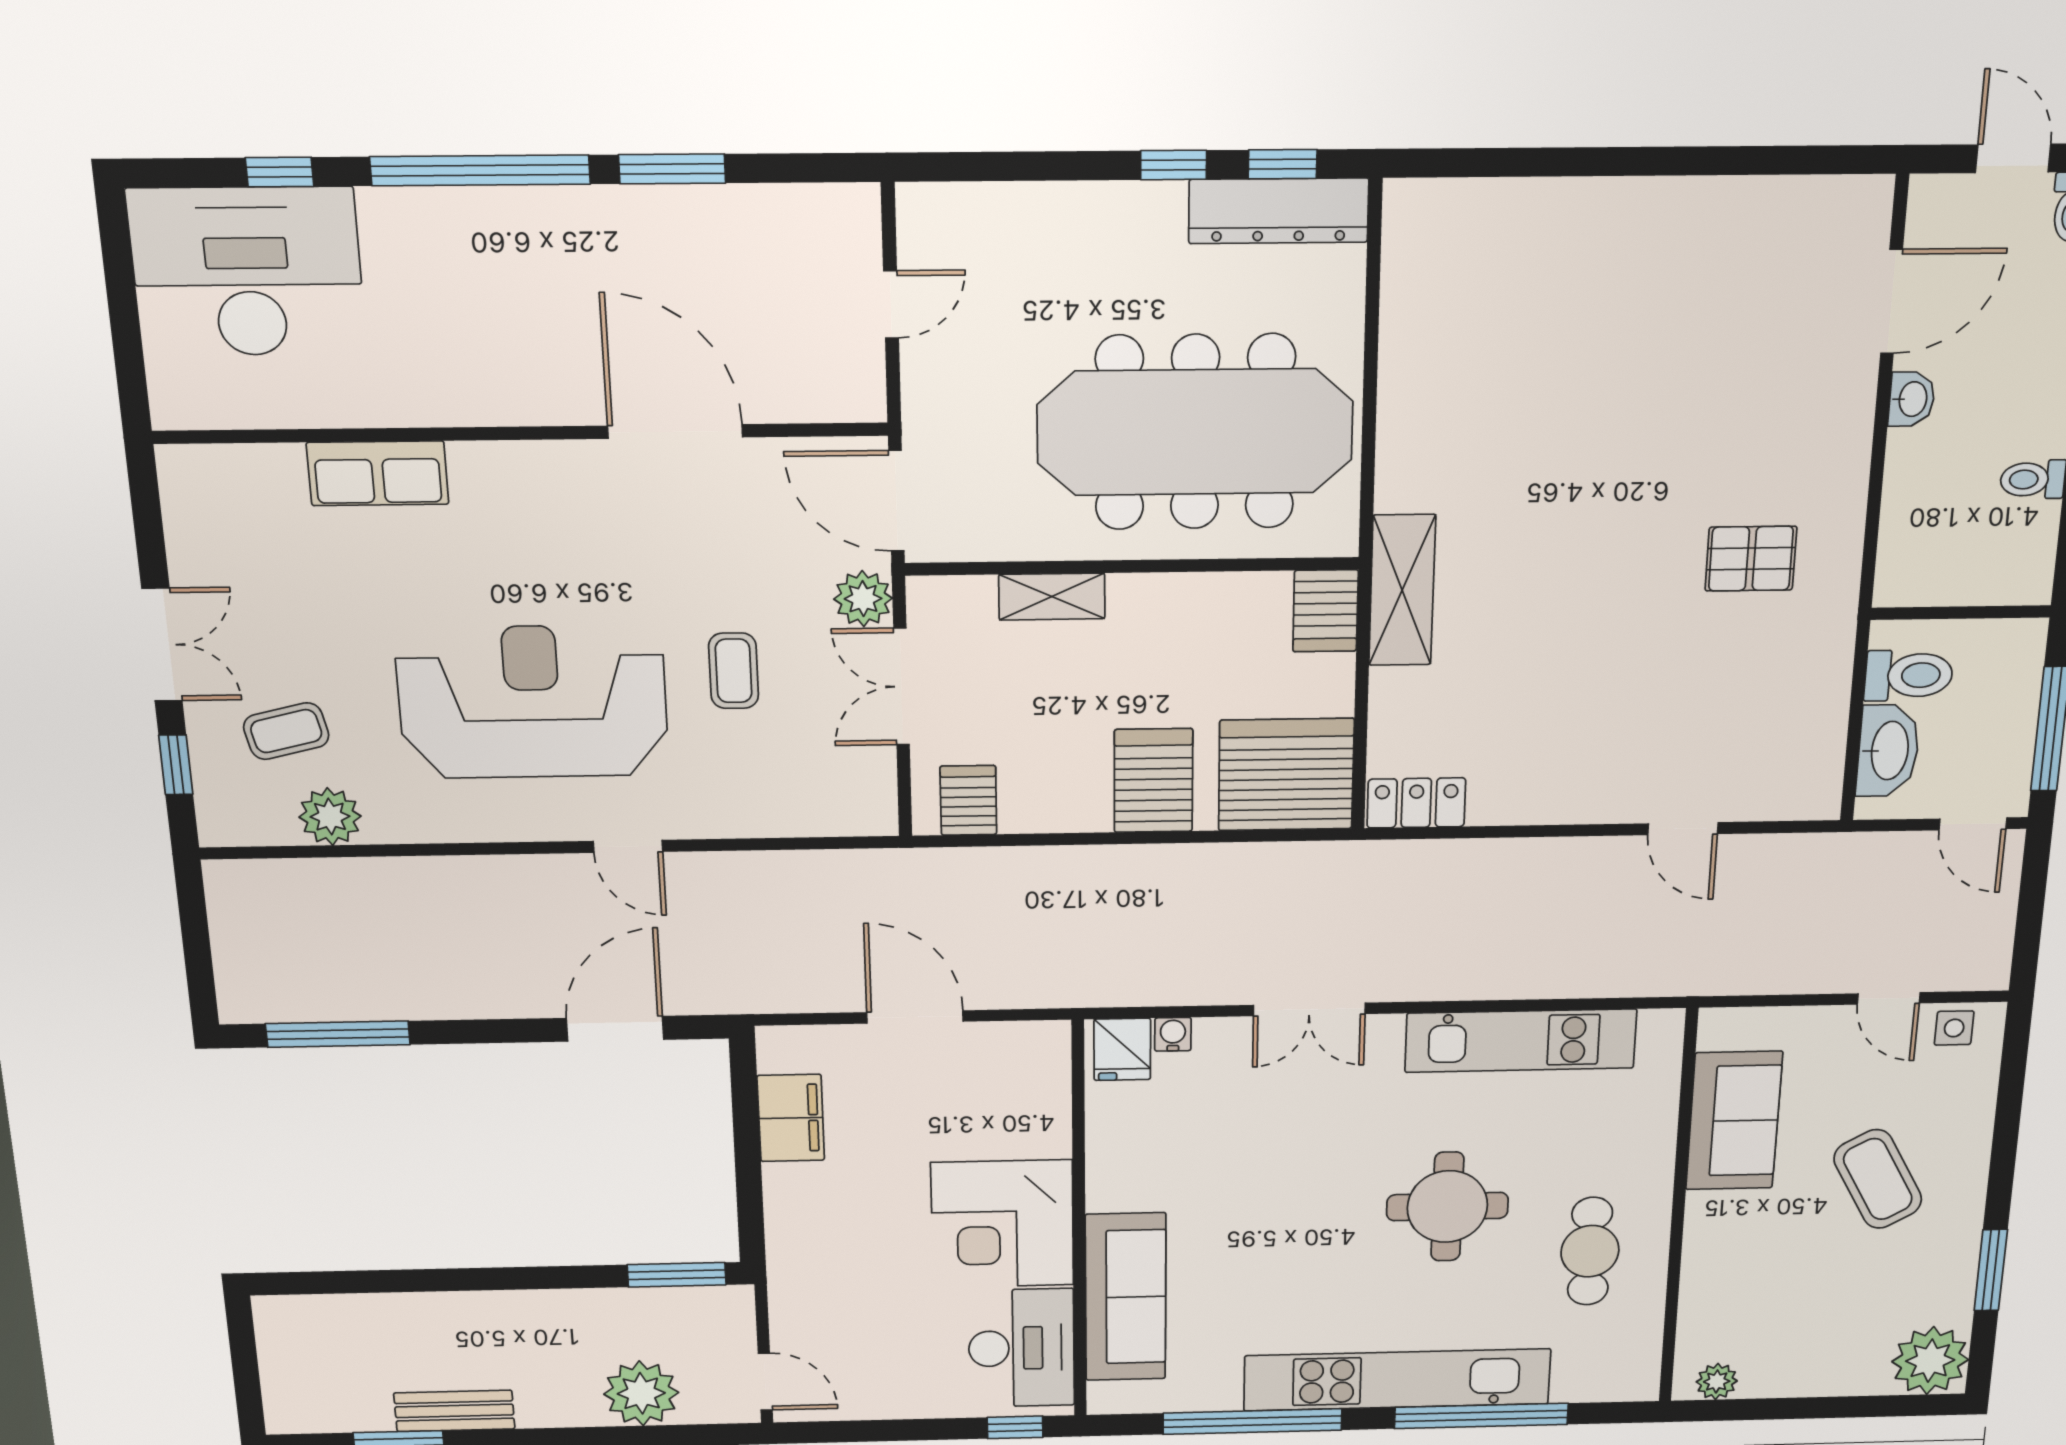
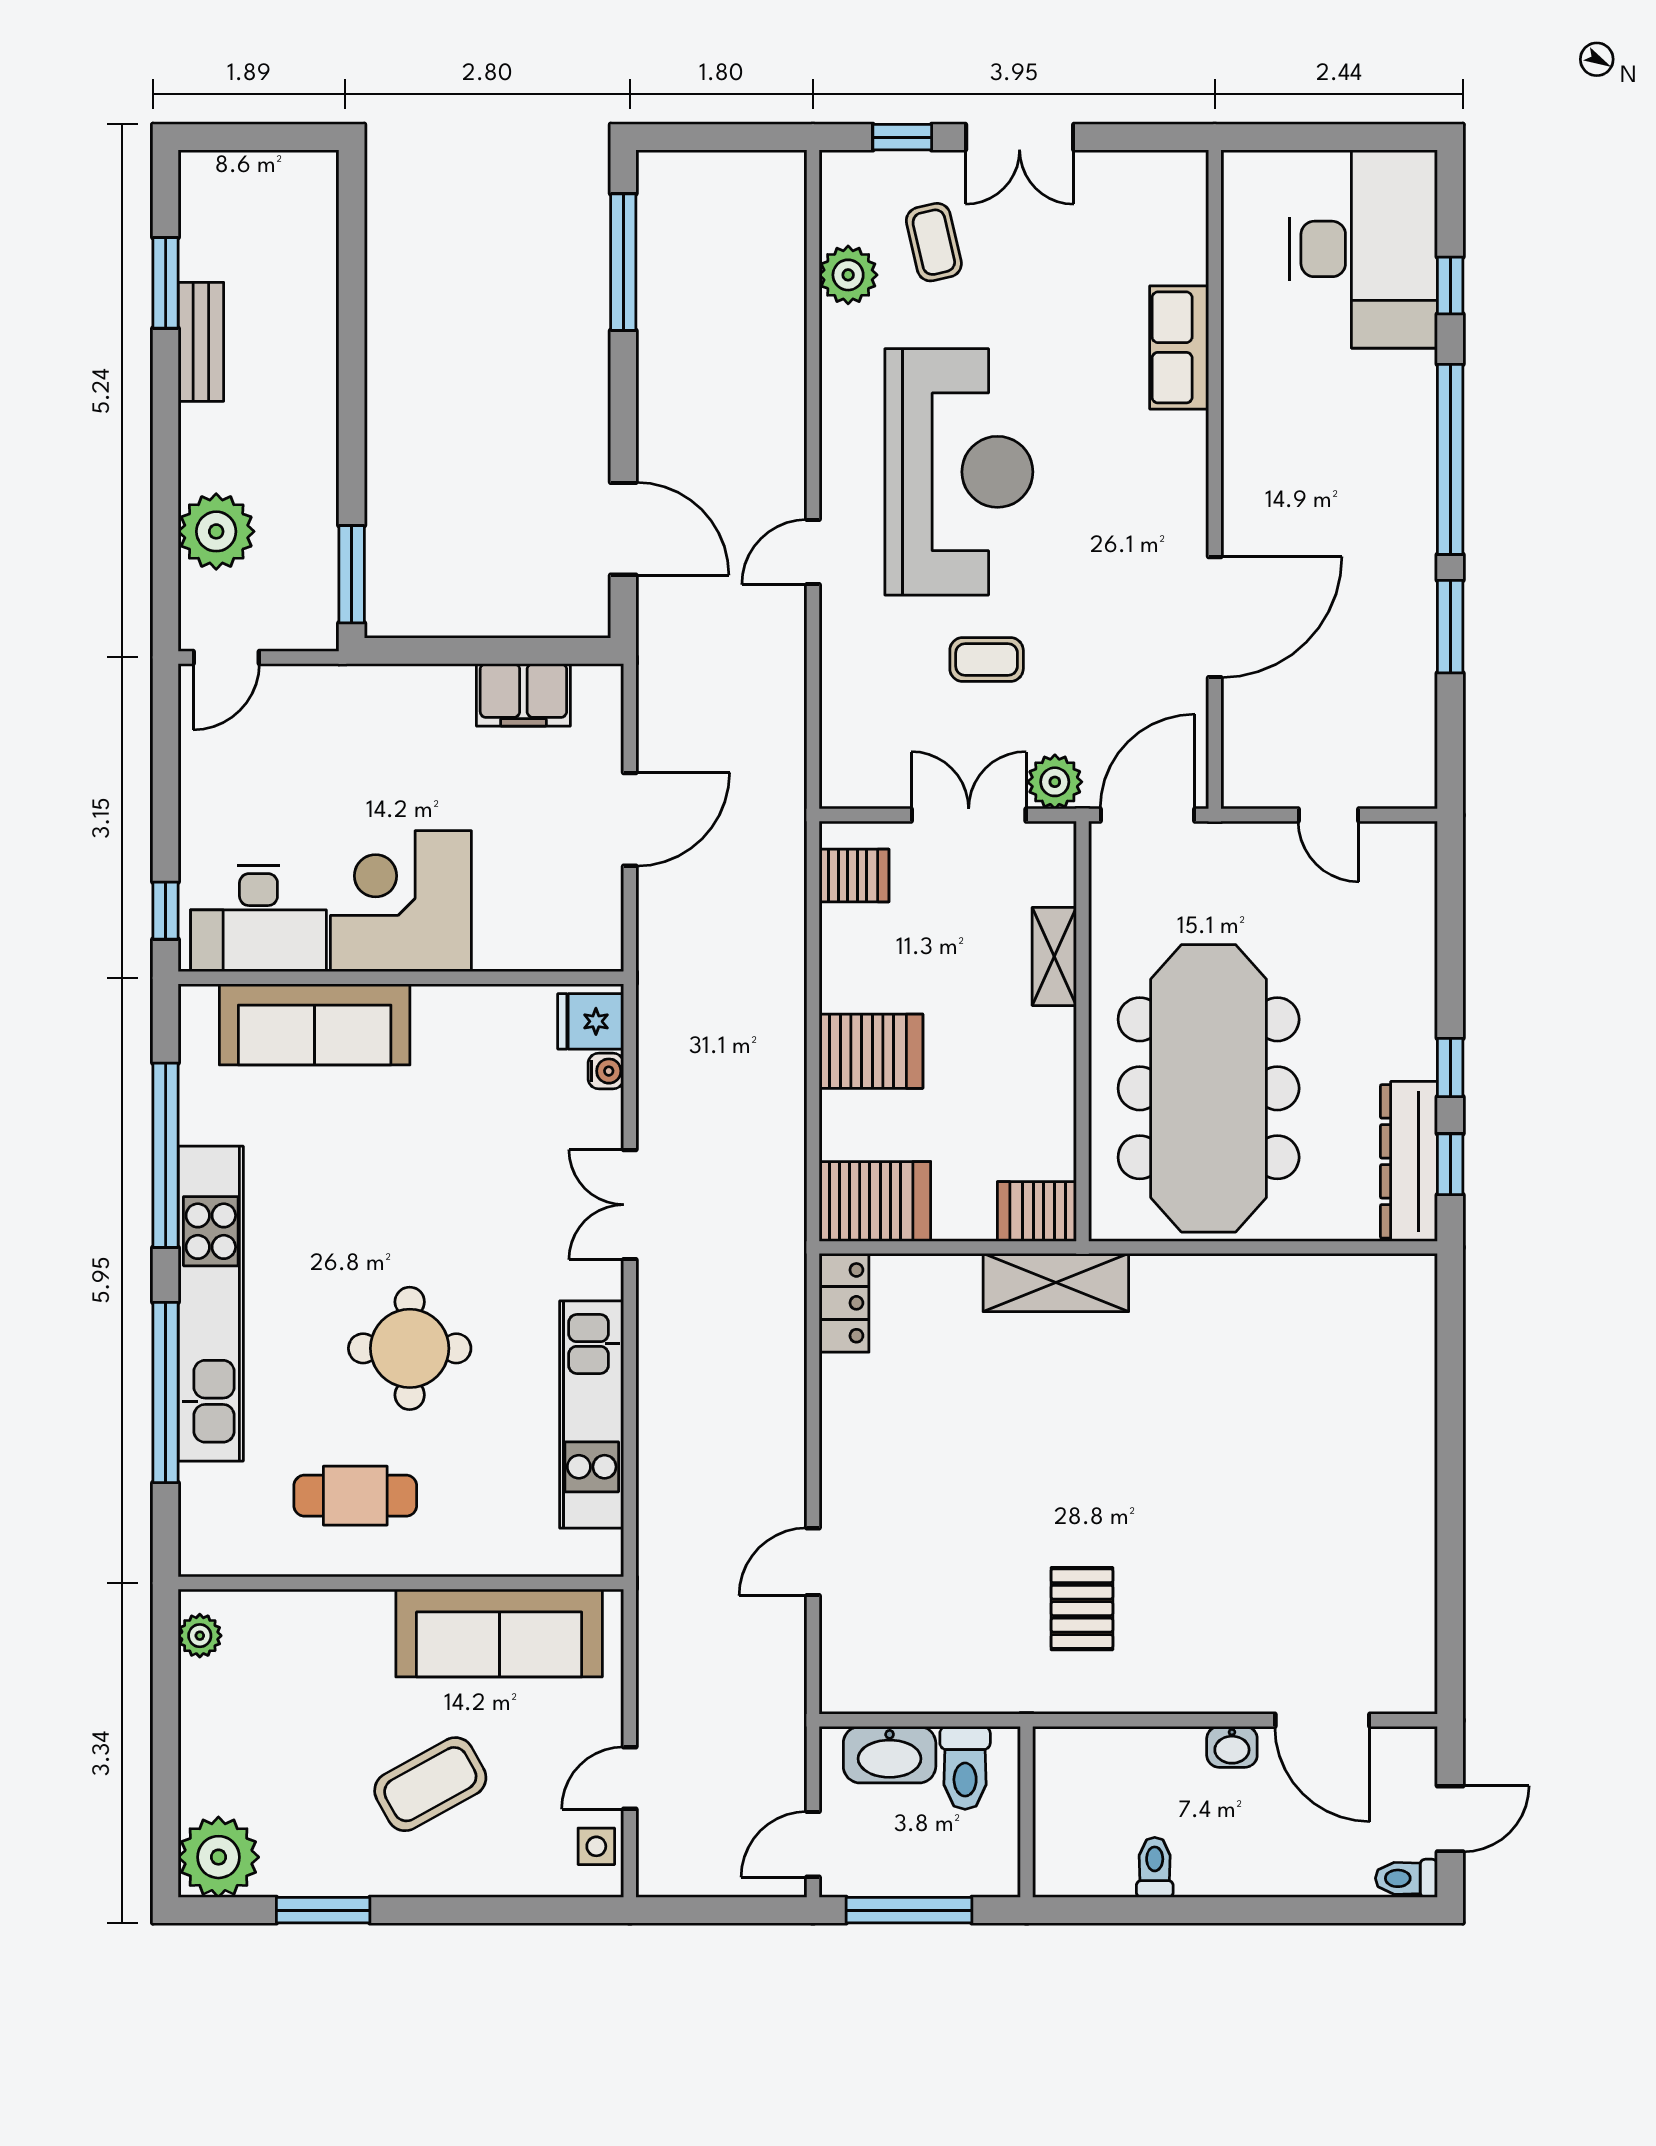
server rack: (1286, 775) -> (875, 1201), width x0.62
sofa: (1734, 1121) -> (499, 1633), width x1.36

